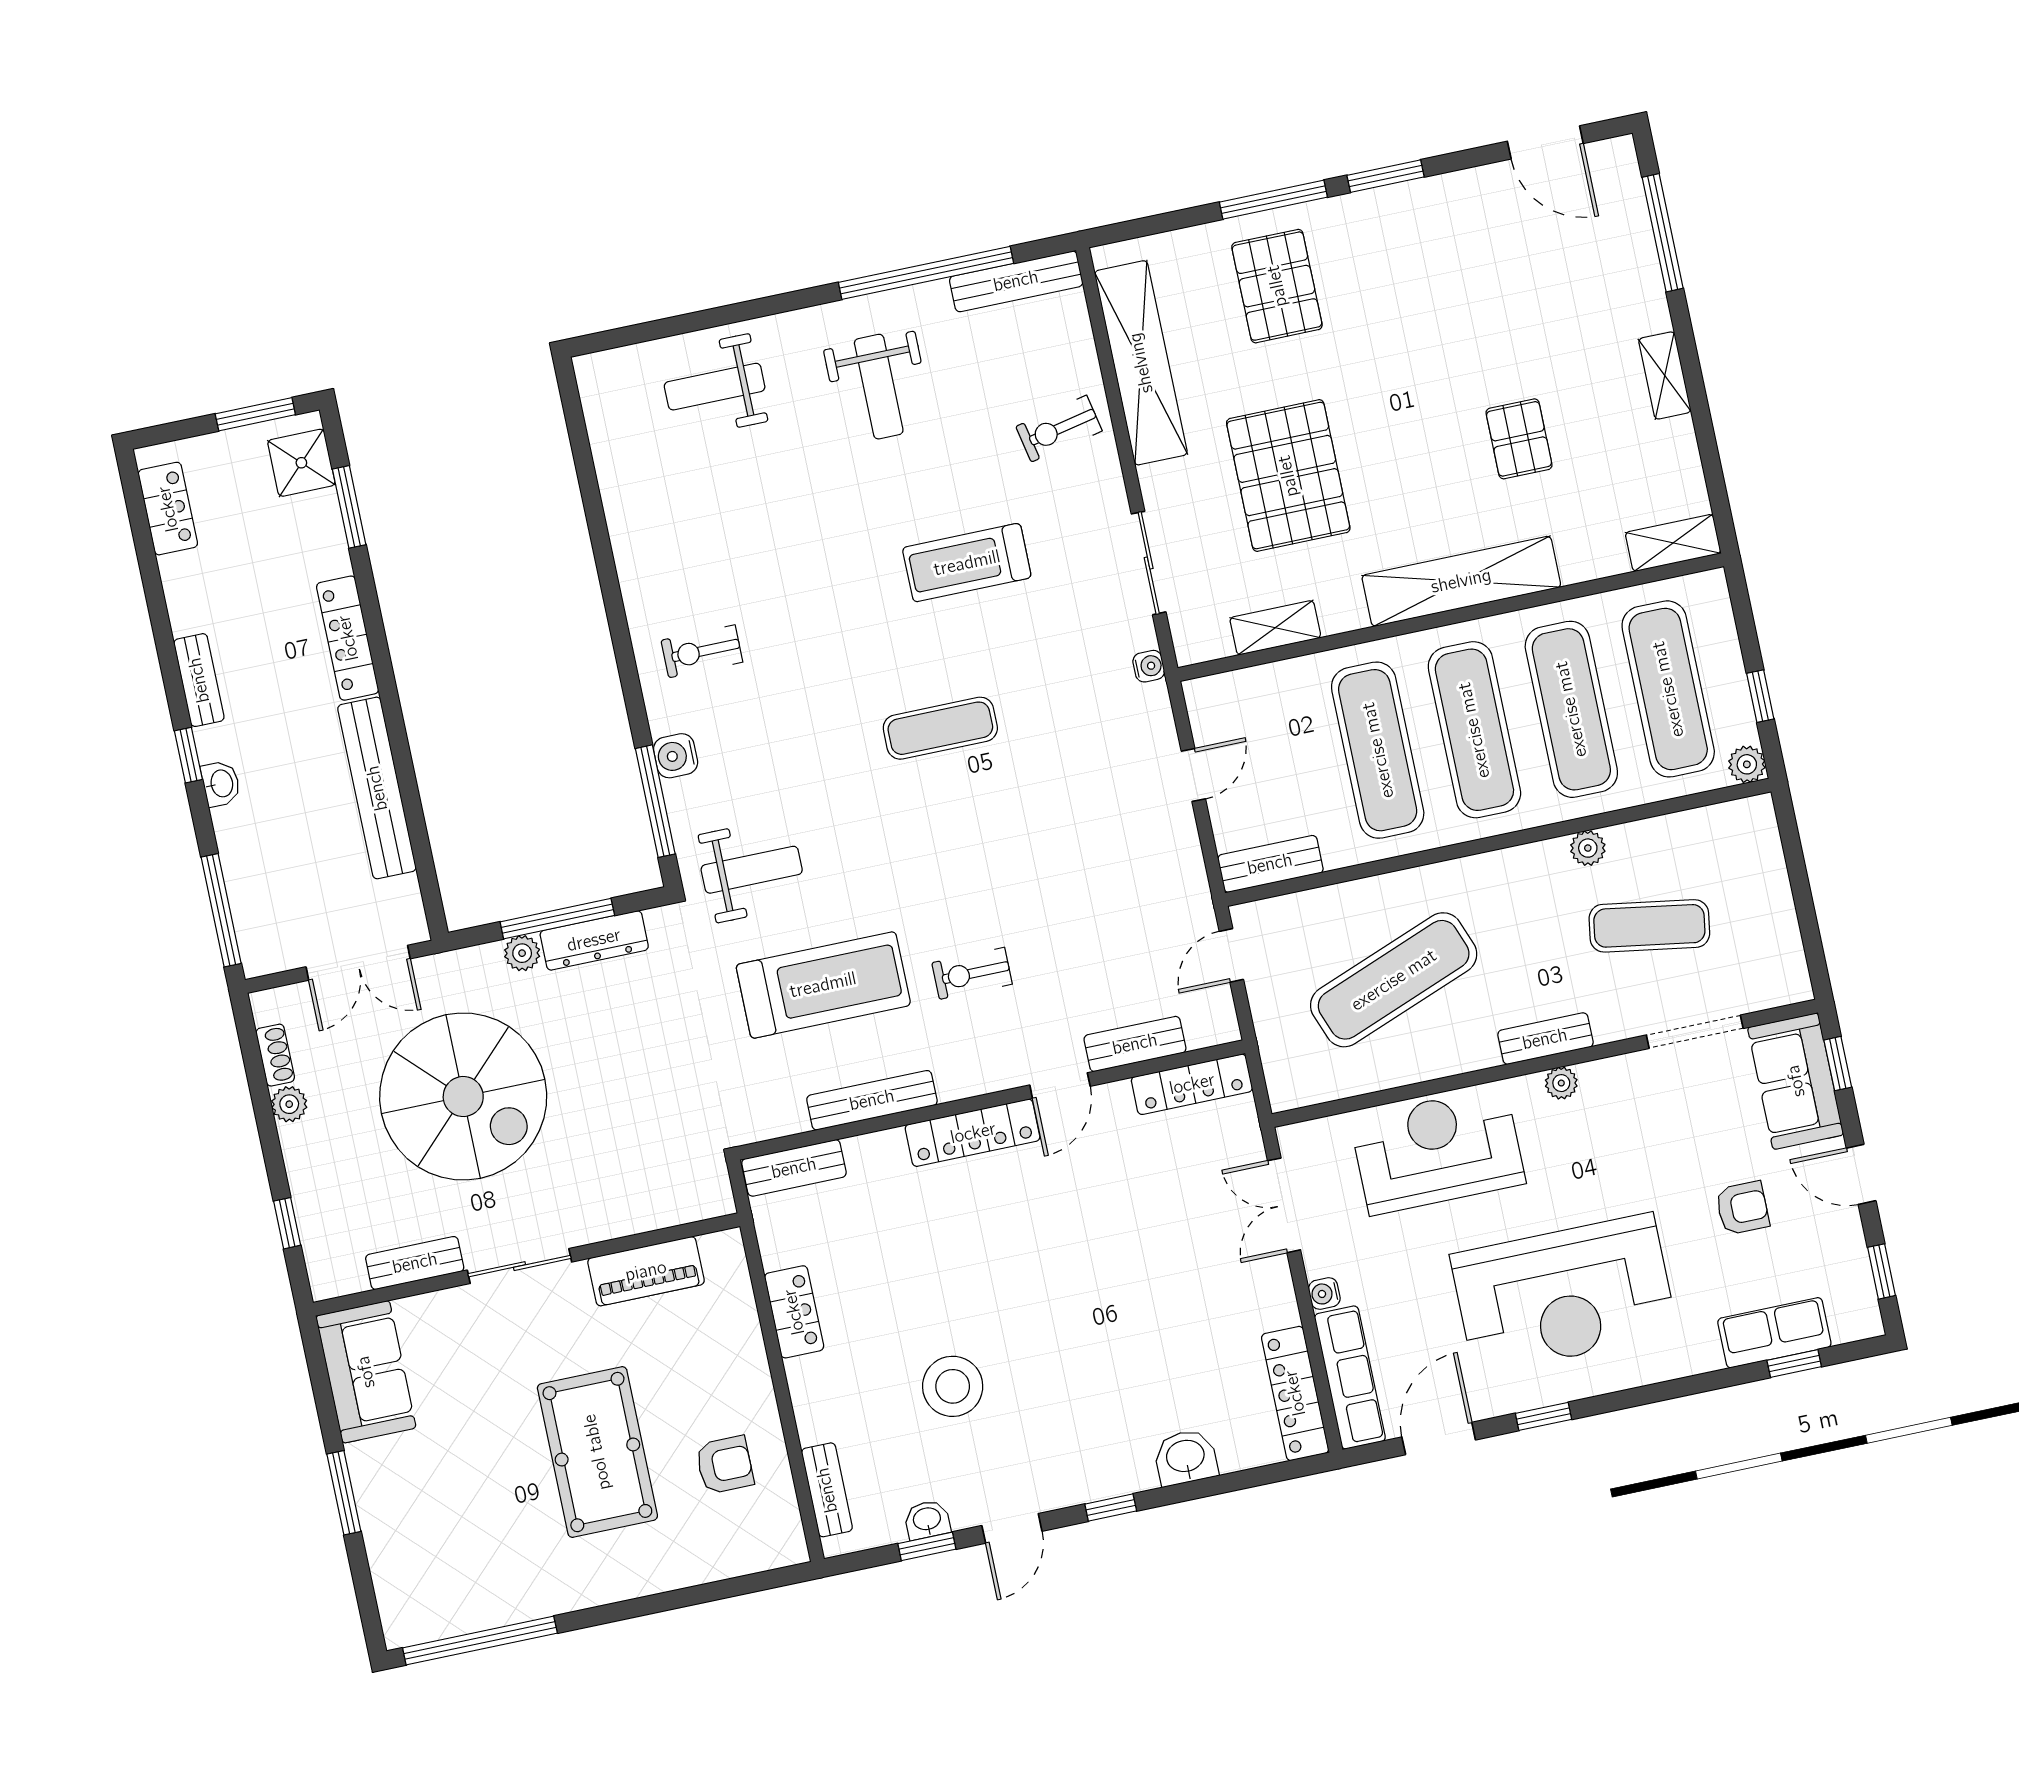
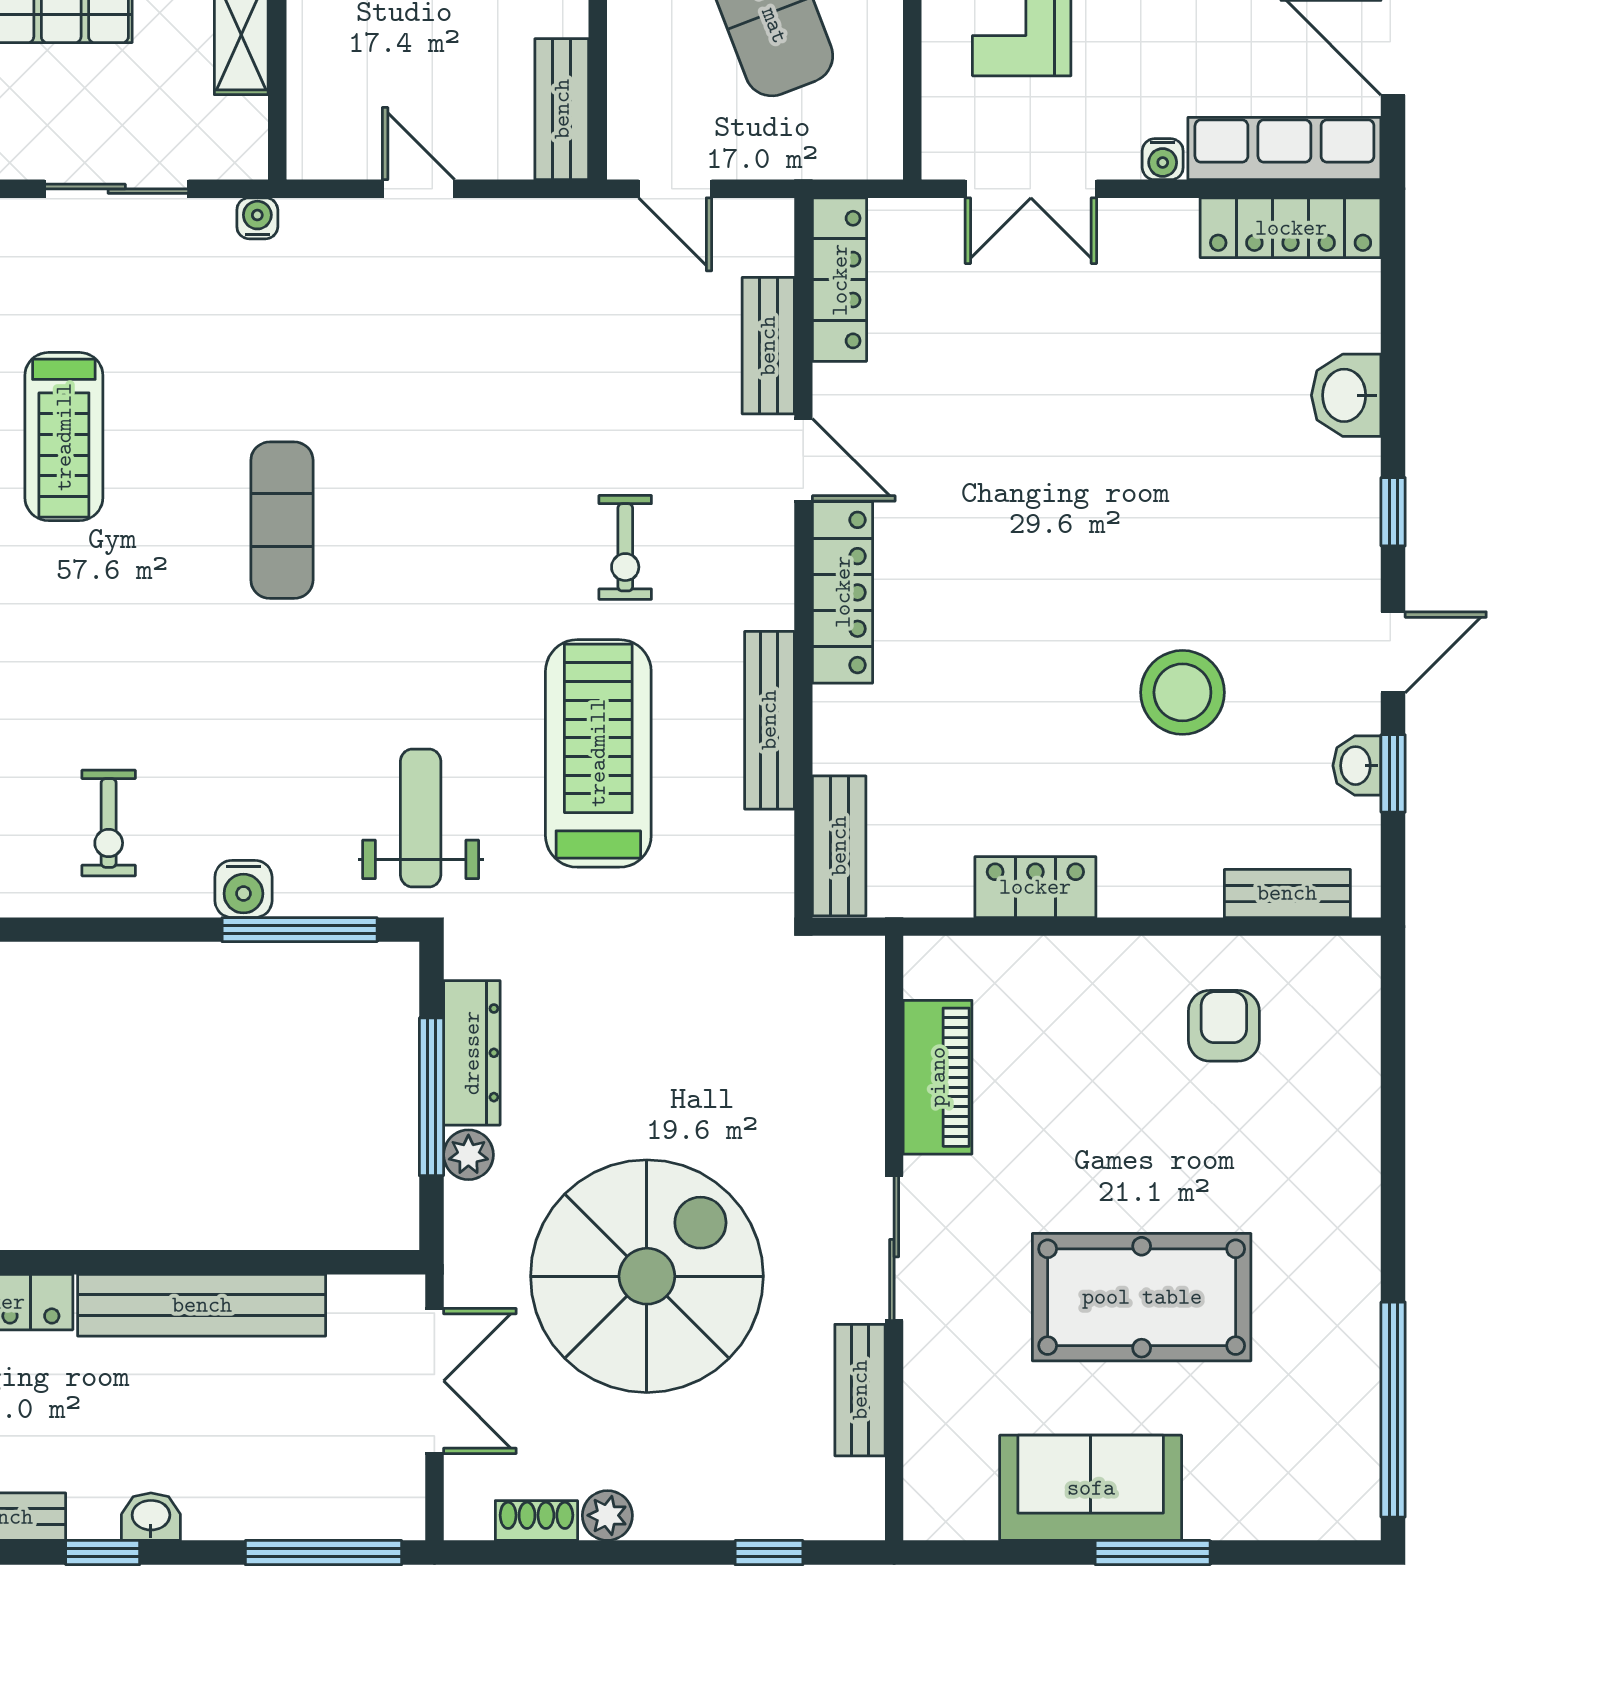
sofa: (366, 1372) -> (1091, 1488), moved
pool table: (597, 1452) -> (1142, 1297), moved
door: (1012, 1528) -> (1393, 652), hinge flipped

